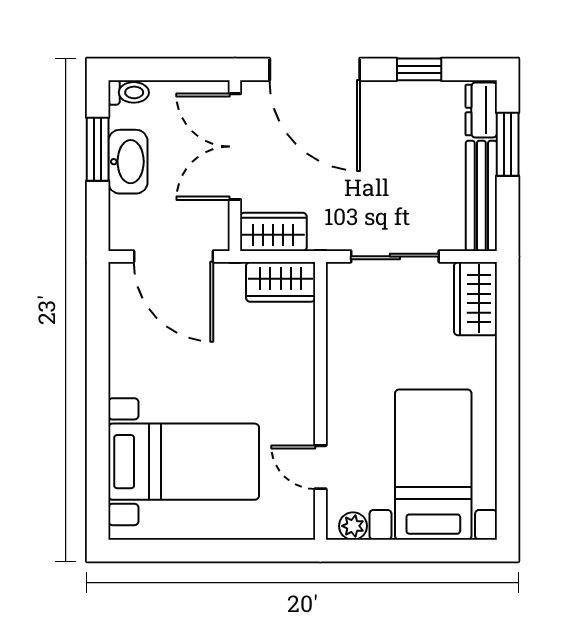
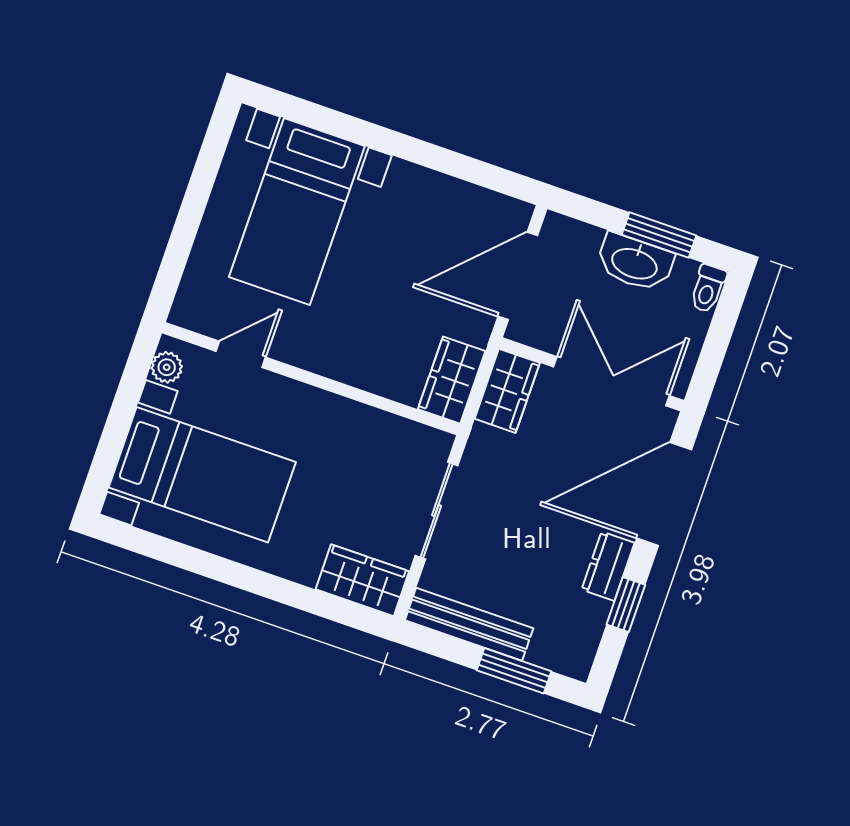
dresser: (481, 110) -> (608, 566), moved, turned -90

